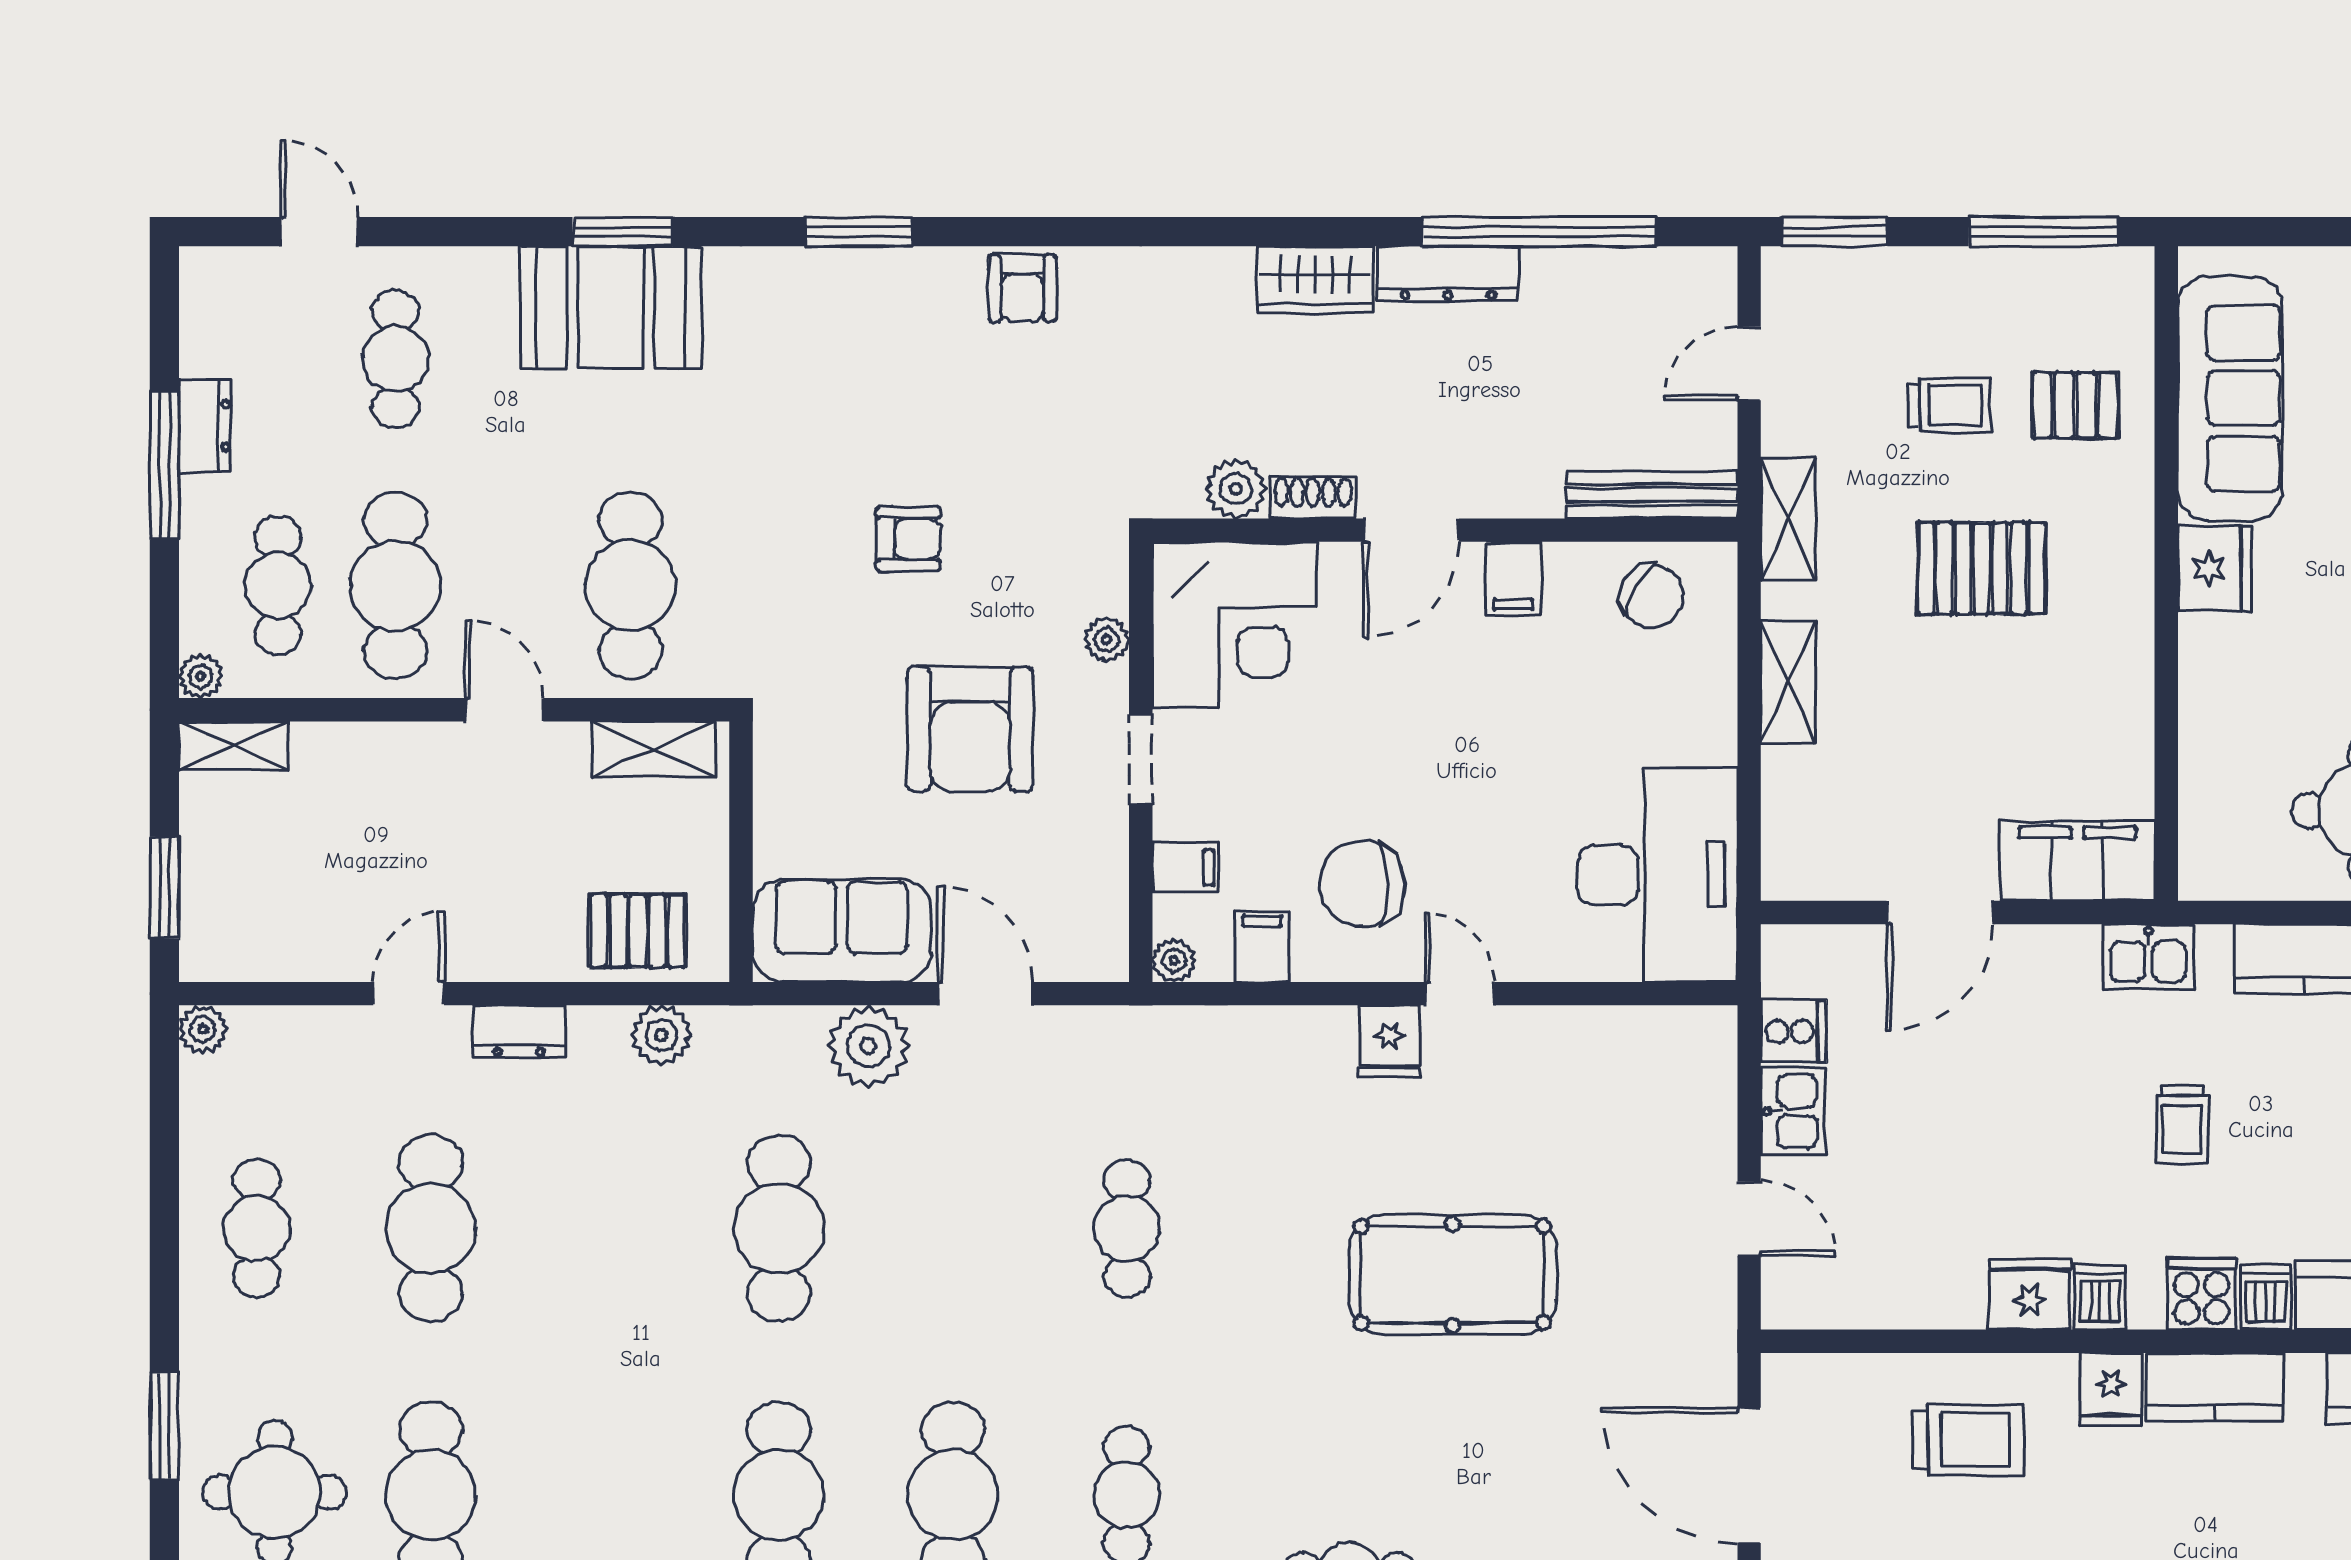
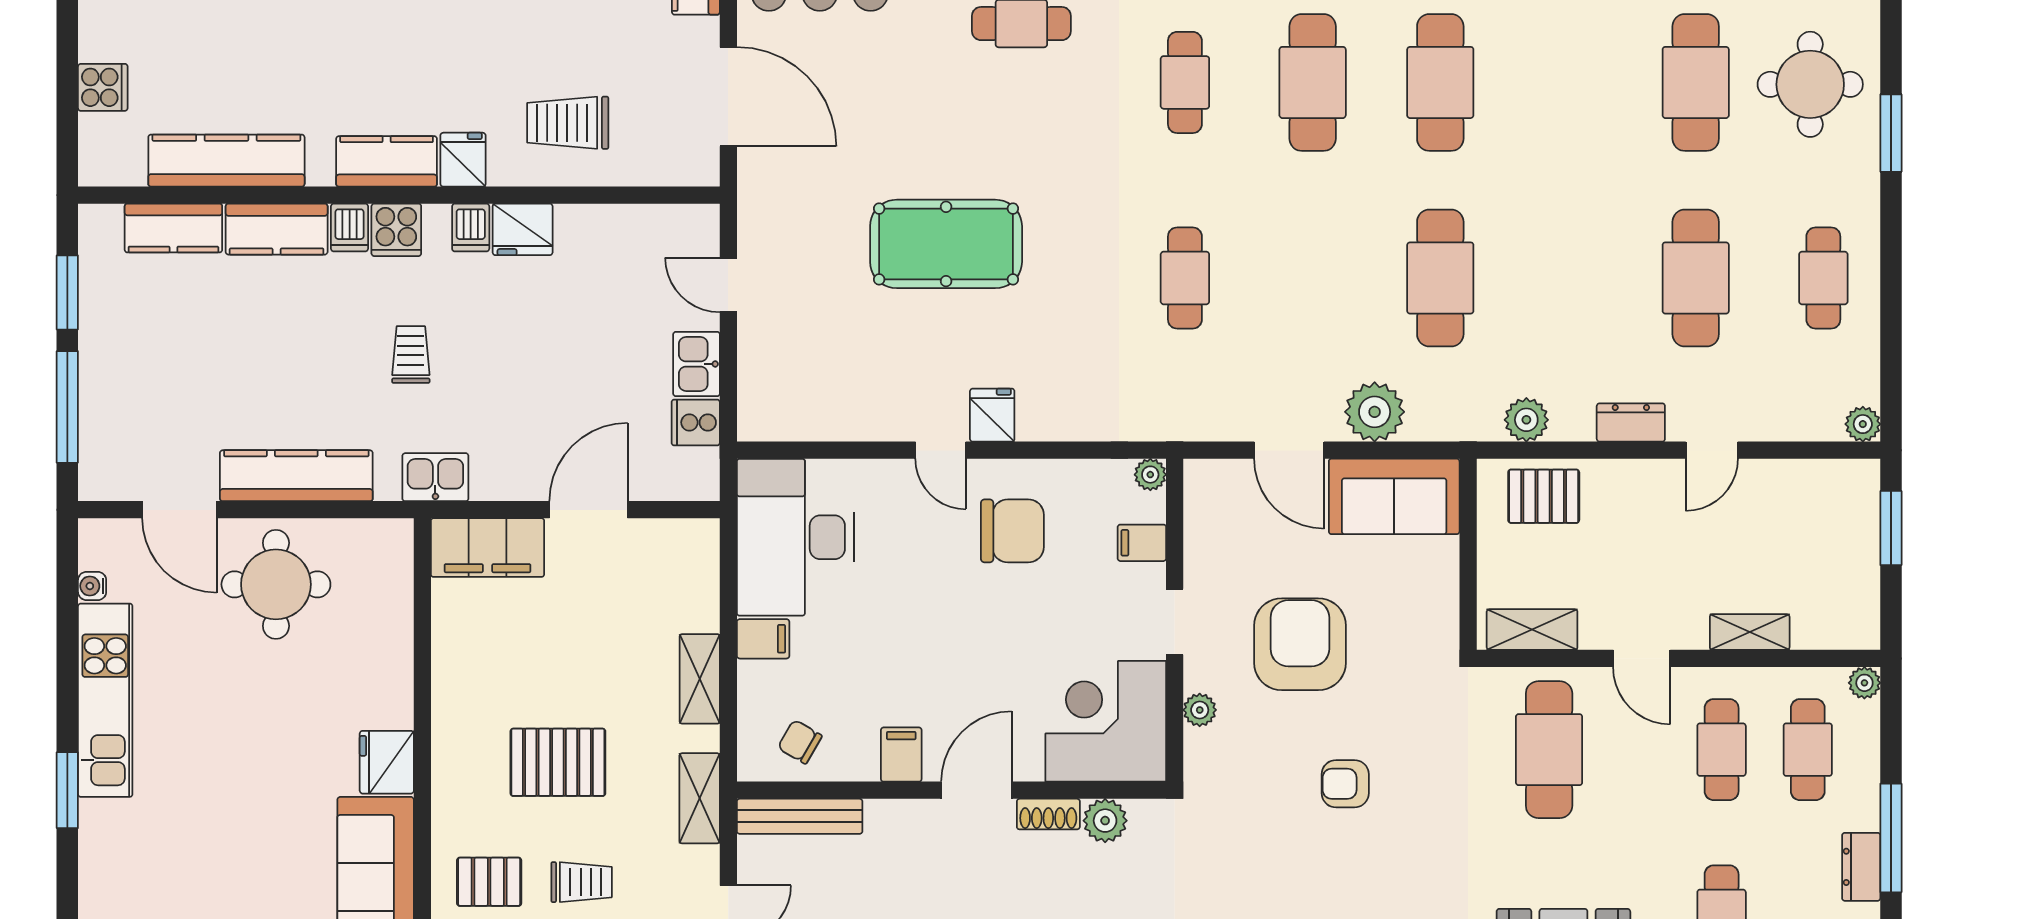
trolley: (1949, 405) -> (582, 882), turned 180
cafe table: (395, 586) -> (1722, 750), width x0.73, depth x0.74
chair: (1652, 596) -> (800, 742), width x0.73, depth x0.73
shelving: (233, 746) -> (1750, 632), moved
filing cabinet: (1262, 946) -> (763, 639), moved, turned -90

